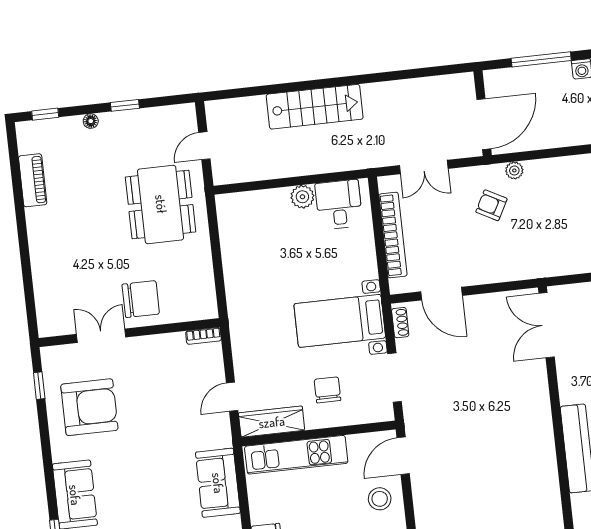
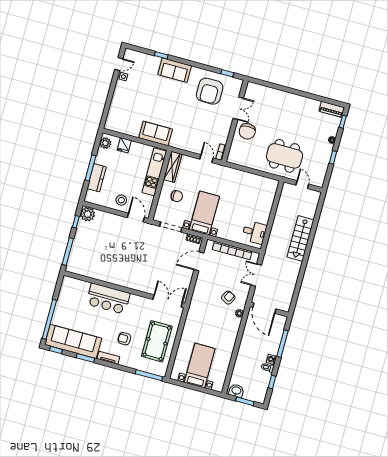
piano: (33, 180) -> (332, 109), moved
plant: (302, 197) -> (264, 218), removed
door: (232, 397) -> (206, 159), moved

